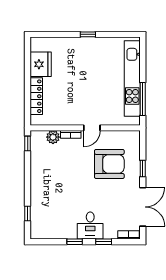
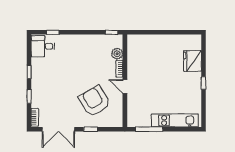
fridge: (41, 64) -> (192, 61), moved, turned 90
kitchen unit: (132, 79) -> (175, 120), width x0.73
locker: (36, 96) -> (151, 40), removed
armchair: (109, 164) -> (95, 101), turned 149
desk: (90, 225) -> (43, 46), moved

